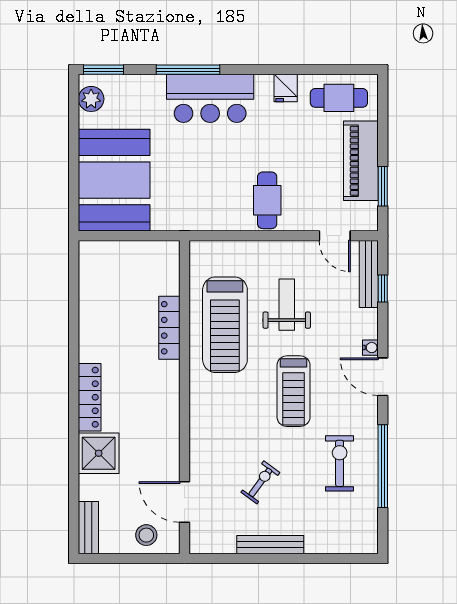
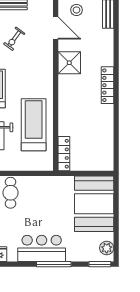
locker: (169, 328) -> (64, 154), moved
shower: (99, 453) -> (69, 63), moved

